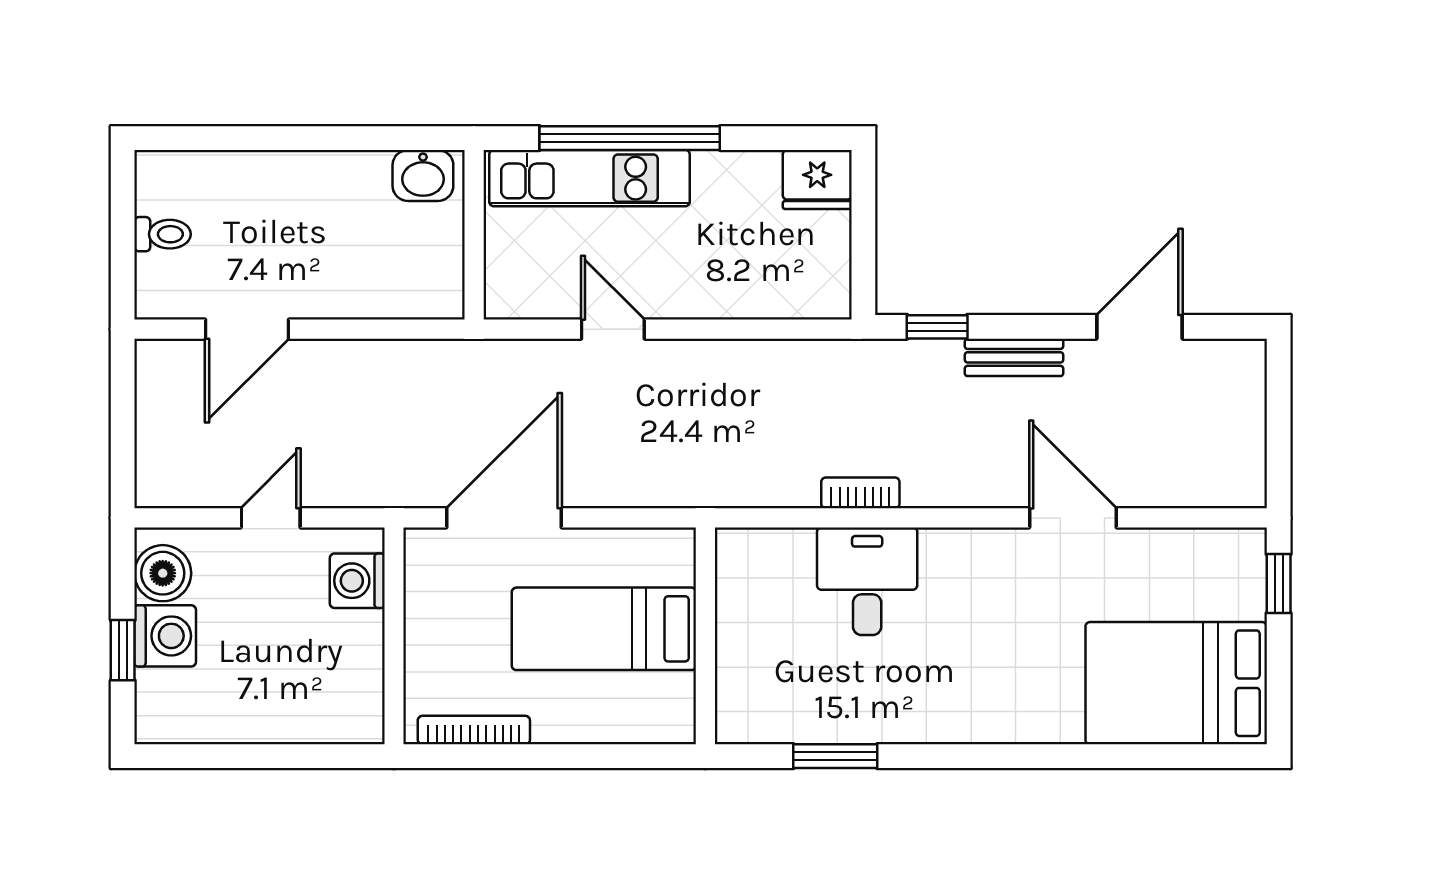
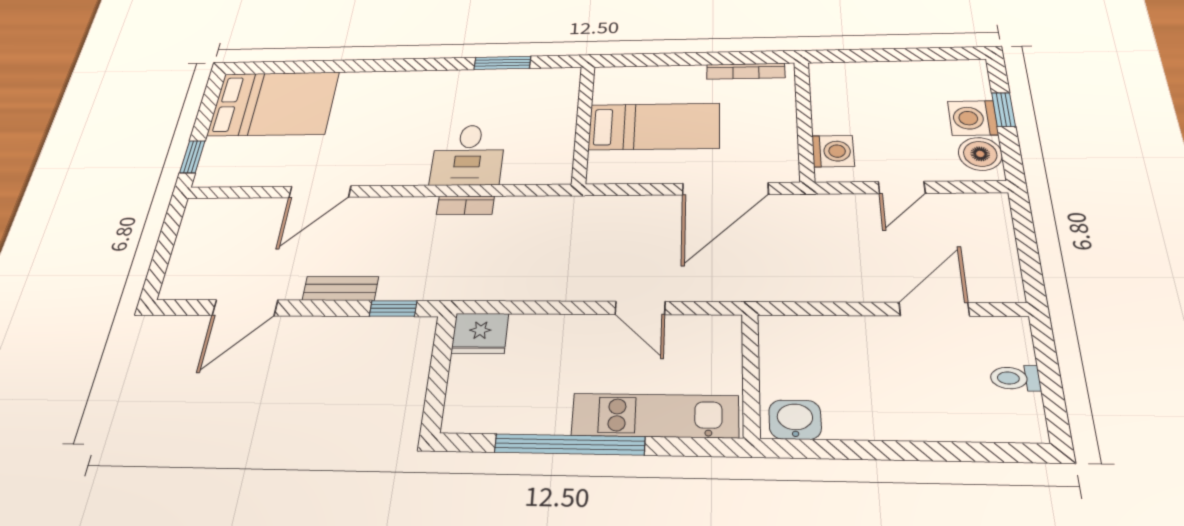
window: (630, 138) -> (570, 445), moved
fridge: (817, 179) -> (480, 333), moved, turned 180
door: (1073, 518) -> (320, 192), hinge flipped

